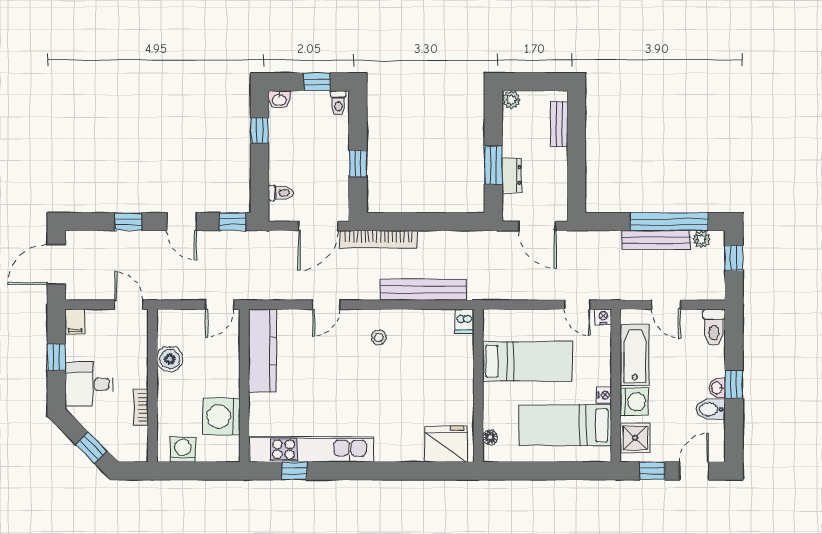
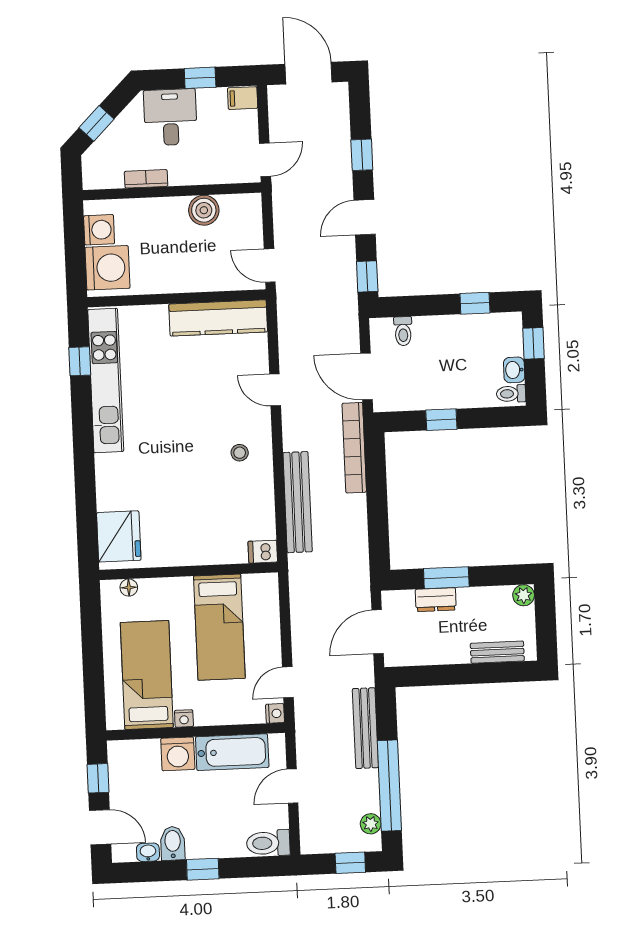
window: (317, 82) -> (533, 343), moved
washbasin: (279, 99) -> (514, 370), moved
bench: (656, 240) -> (365, 728), moved
washbasin: (717, 388) -> (148, 852), moved
washing machine: (221, 417) -> (107, 268), moved, turned 90
shower: (635, 438) -> (136, 757), removed

